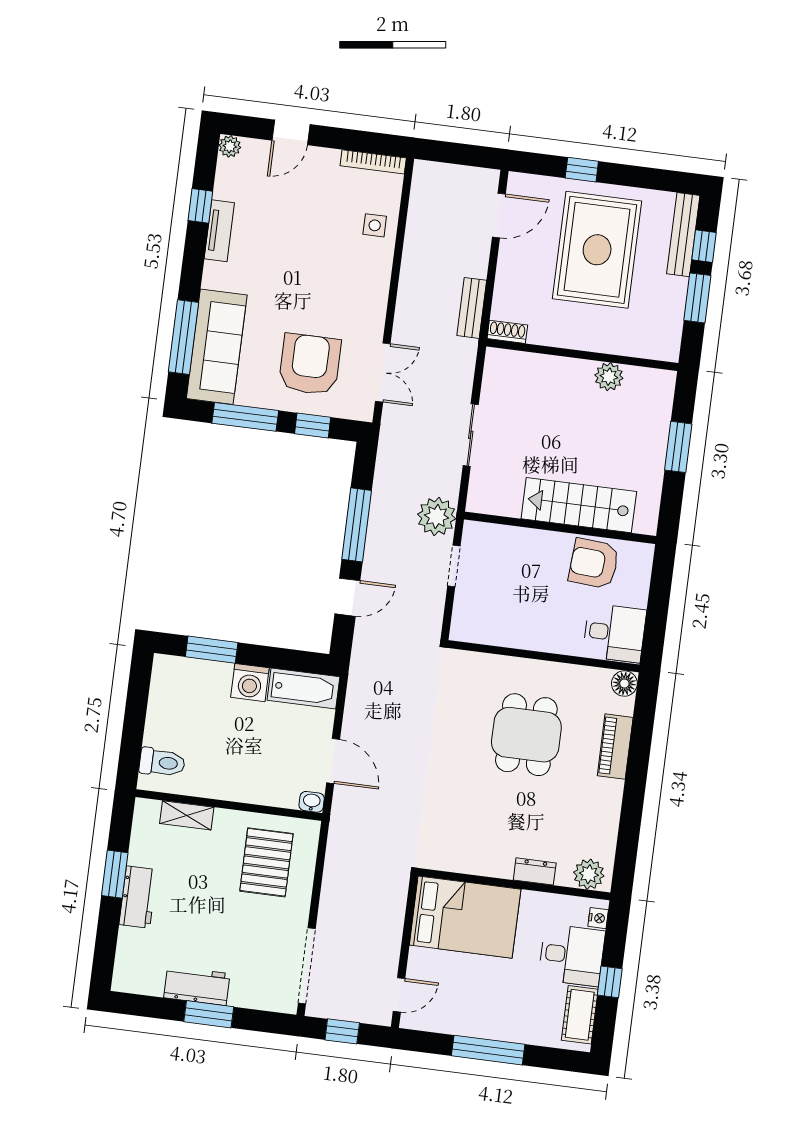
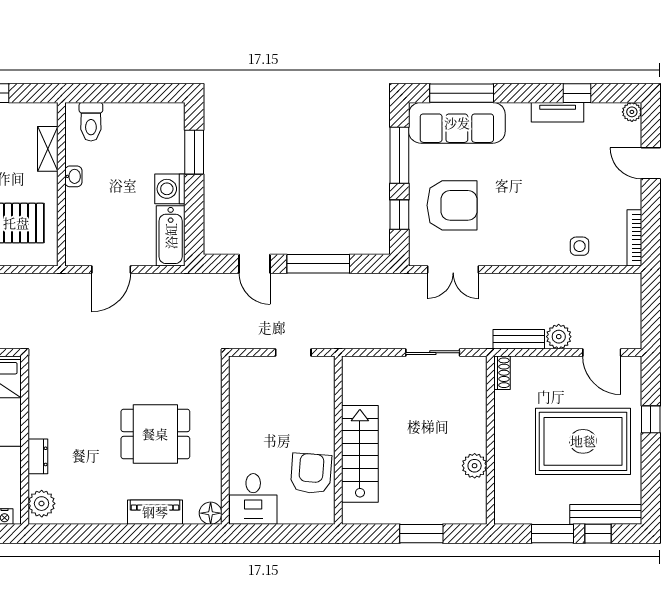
sliding door: (471, 435) -> (433, 353), moved
plant: (437, 516) -> (559, 337), moved, width x0.73, depth x0.73
washbasin: (312, 802) -> (73, 176), moved

